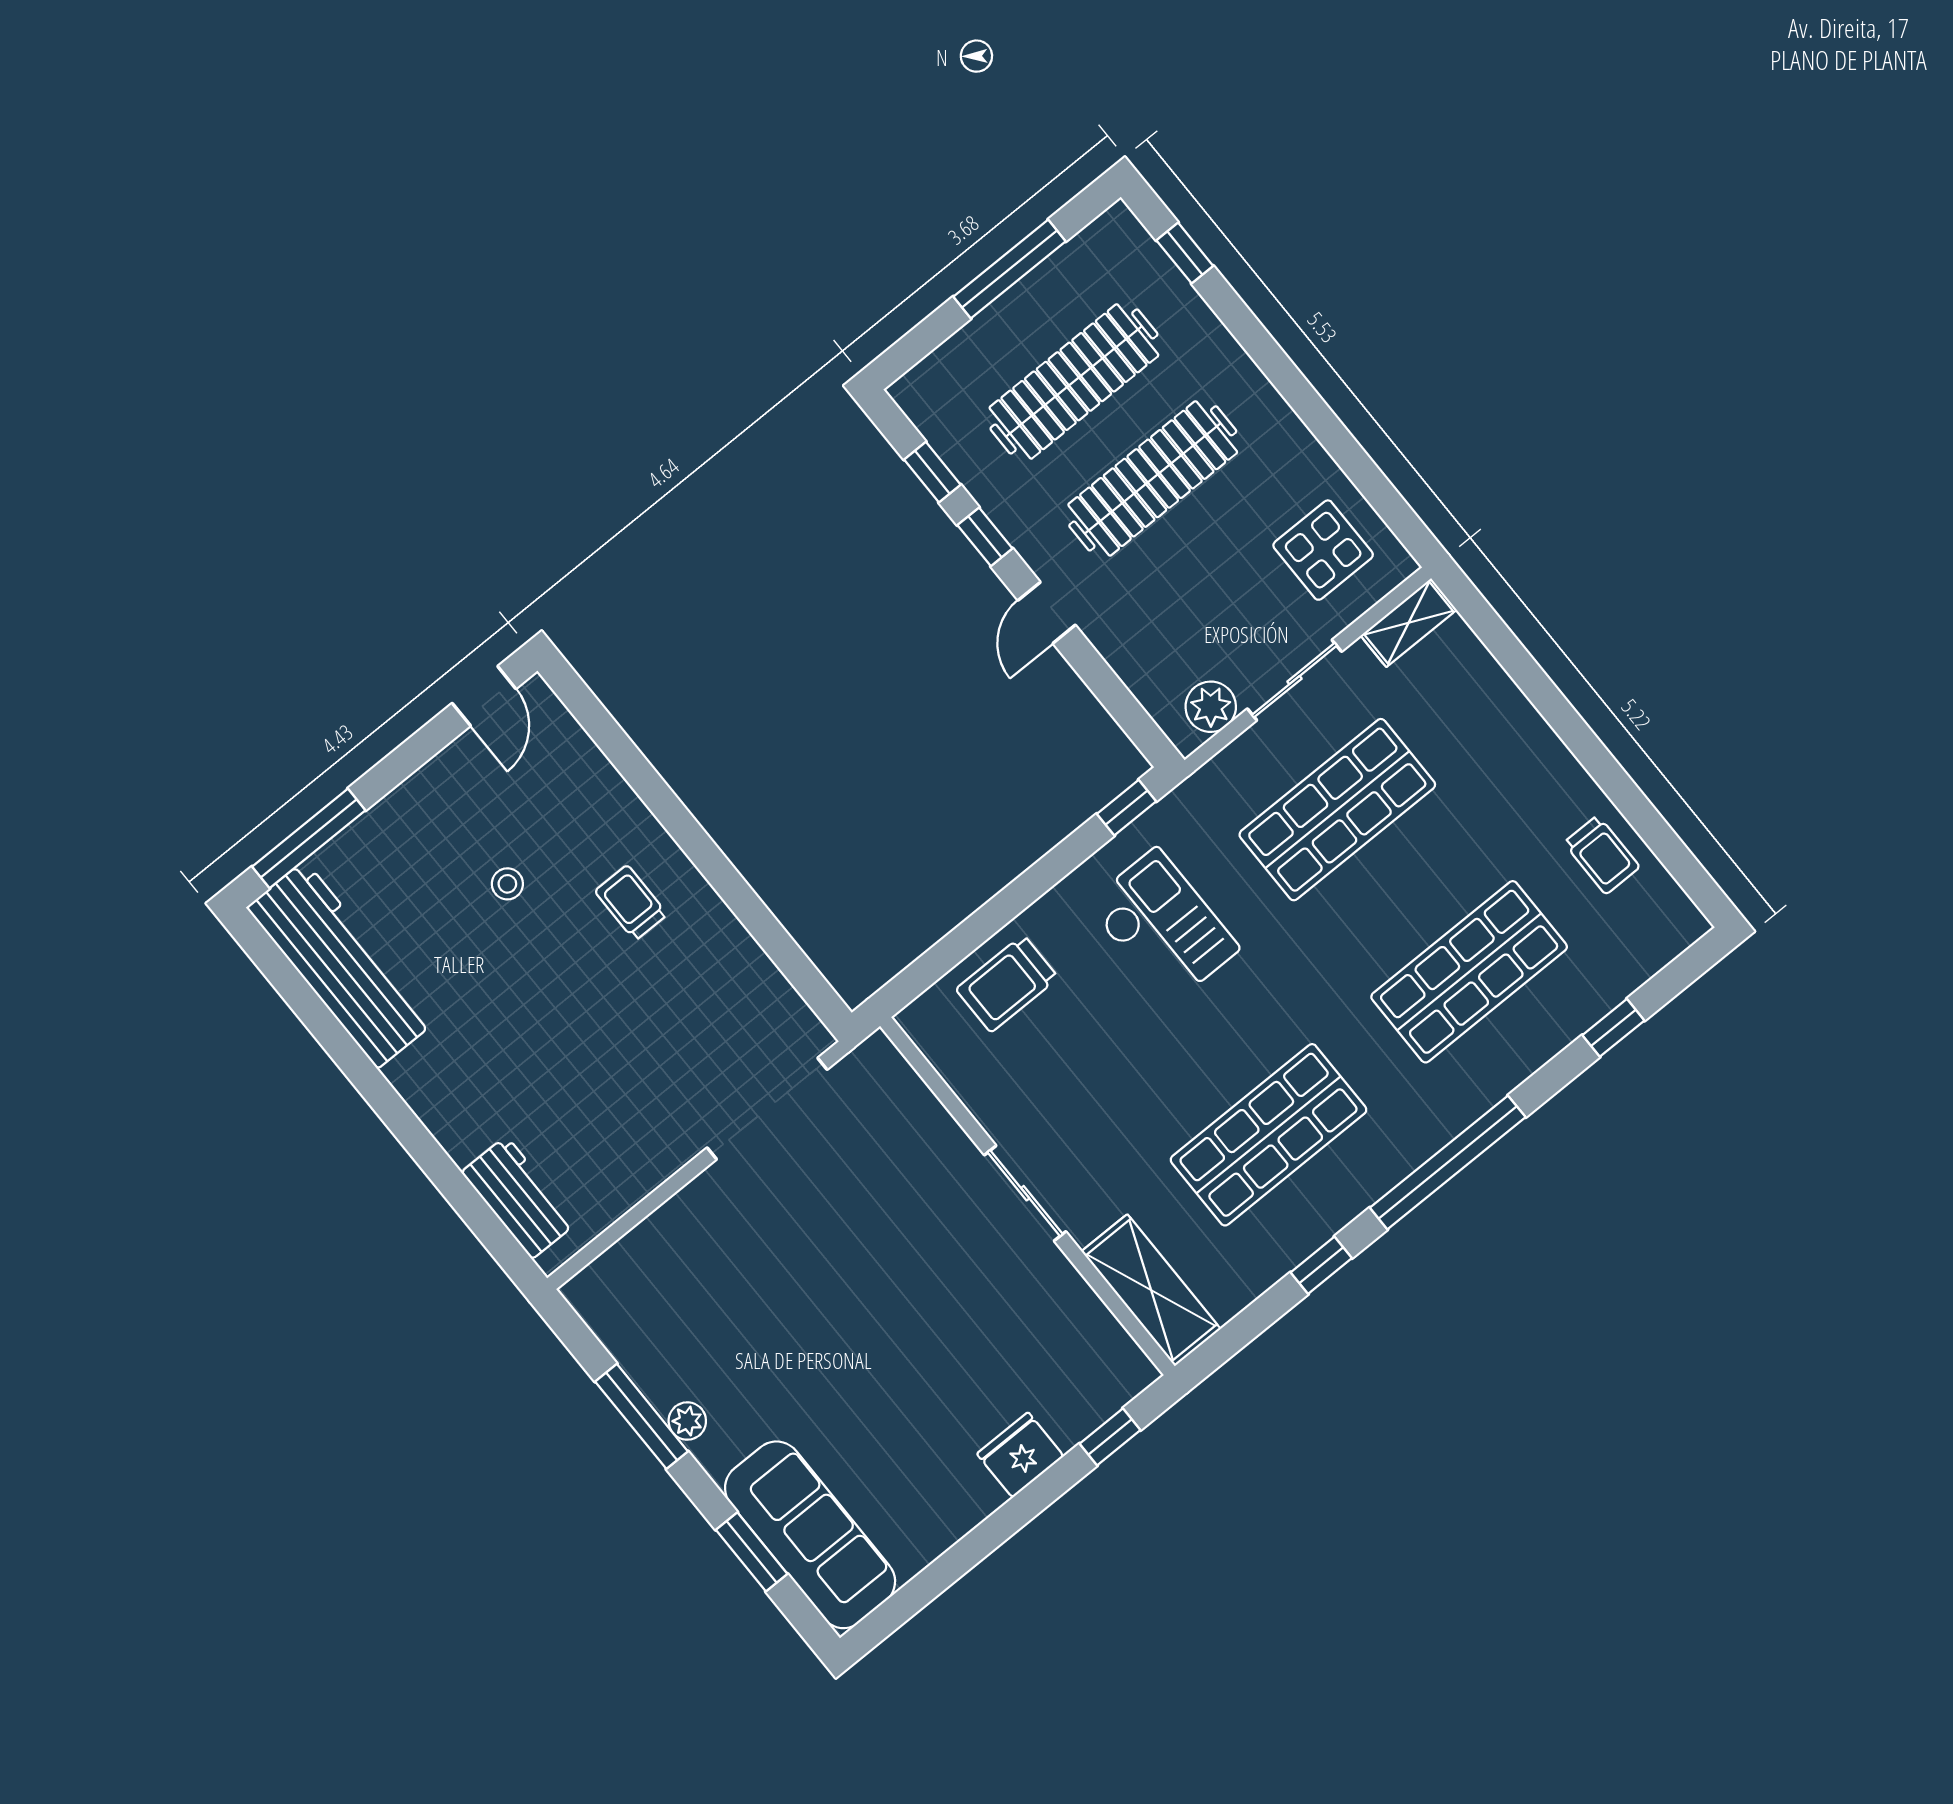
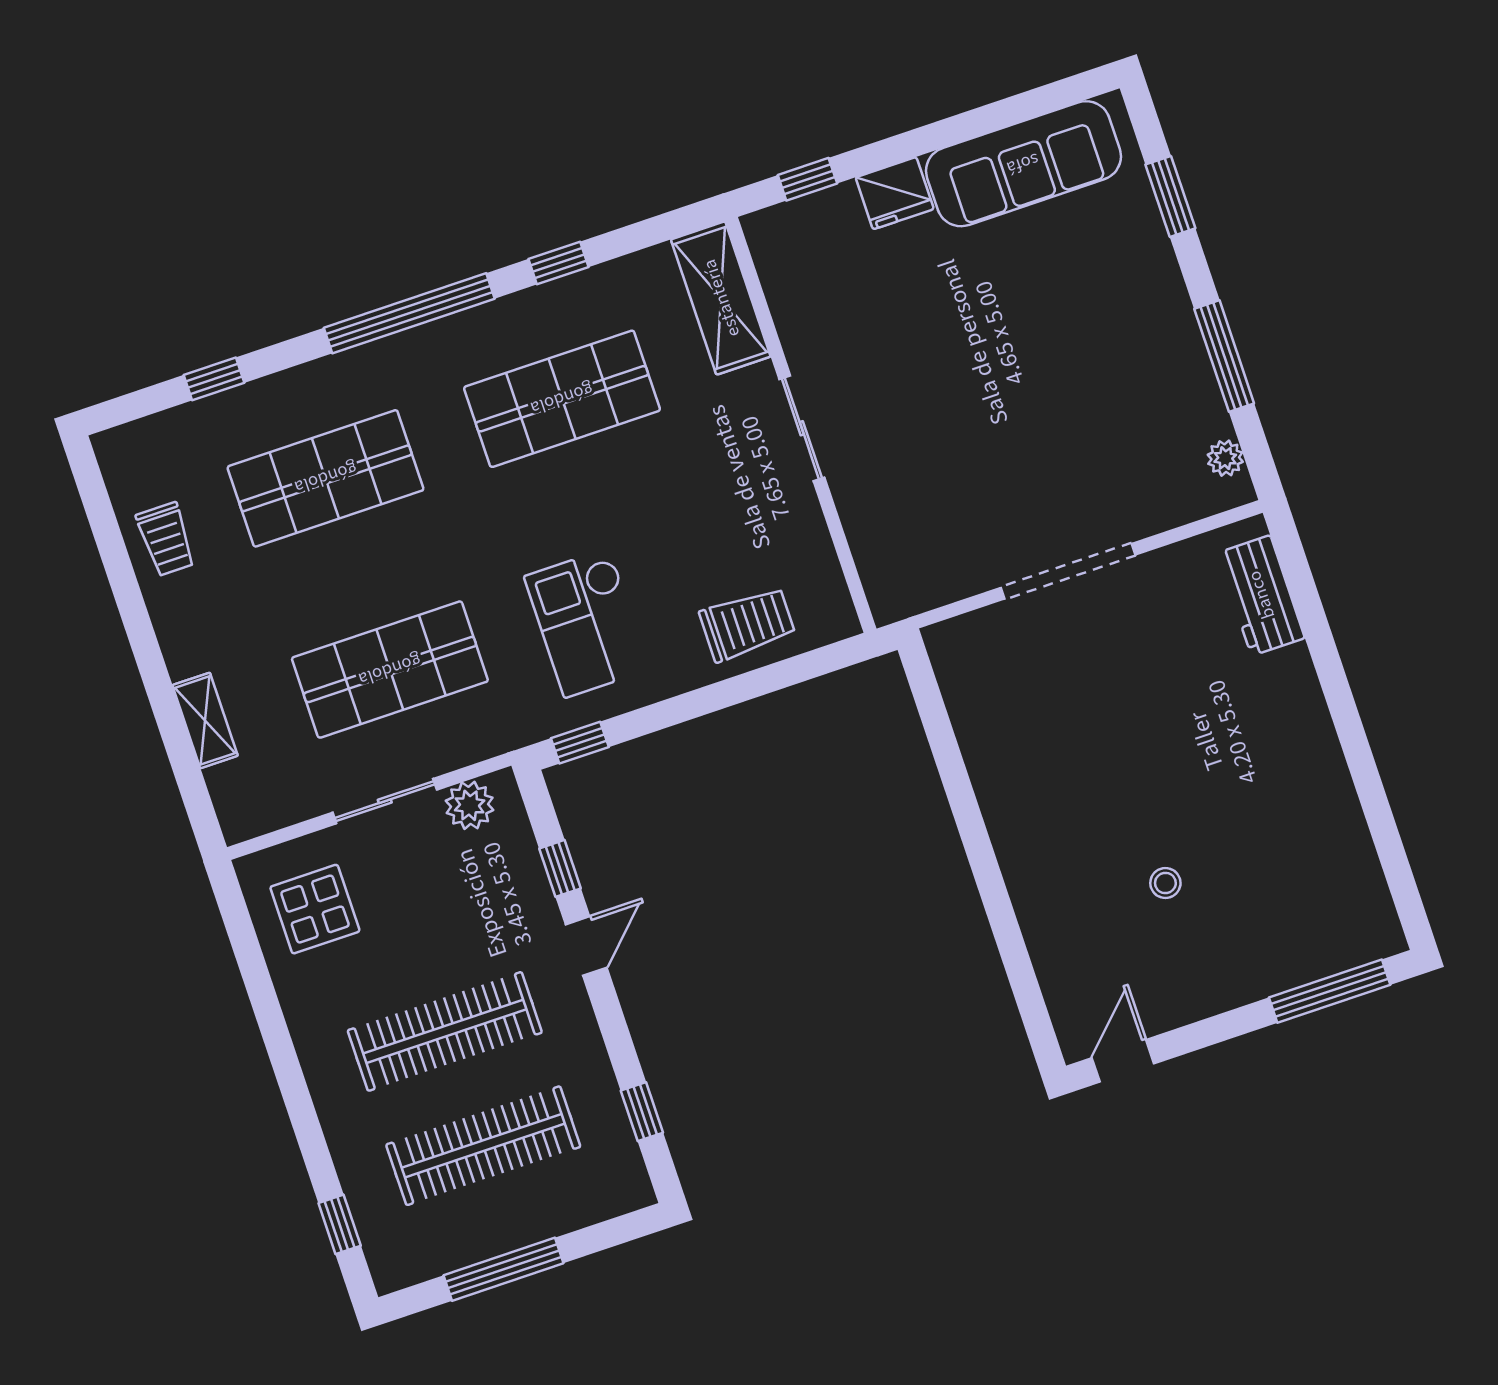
window: (985, 537) -> (560, 868), moved
shelving: (1409, 623) -> (205, 720), moved, turned 90
trolley: (1602, 855) -> (166, 539), turned 180
trolley: (631, 903) -> (1060, 824), removed
workbench: (341, 964) -> (1343, 866), removed
doorway: (767, 1109) -> (1068, 571), moved
plant: (687, 1421) -> (1225, 458), moved
sofa: (810, 1535) -> (1023, 164), moved, turned -90

